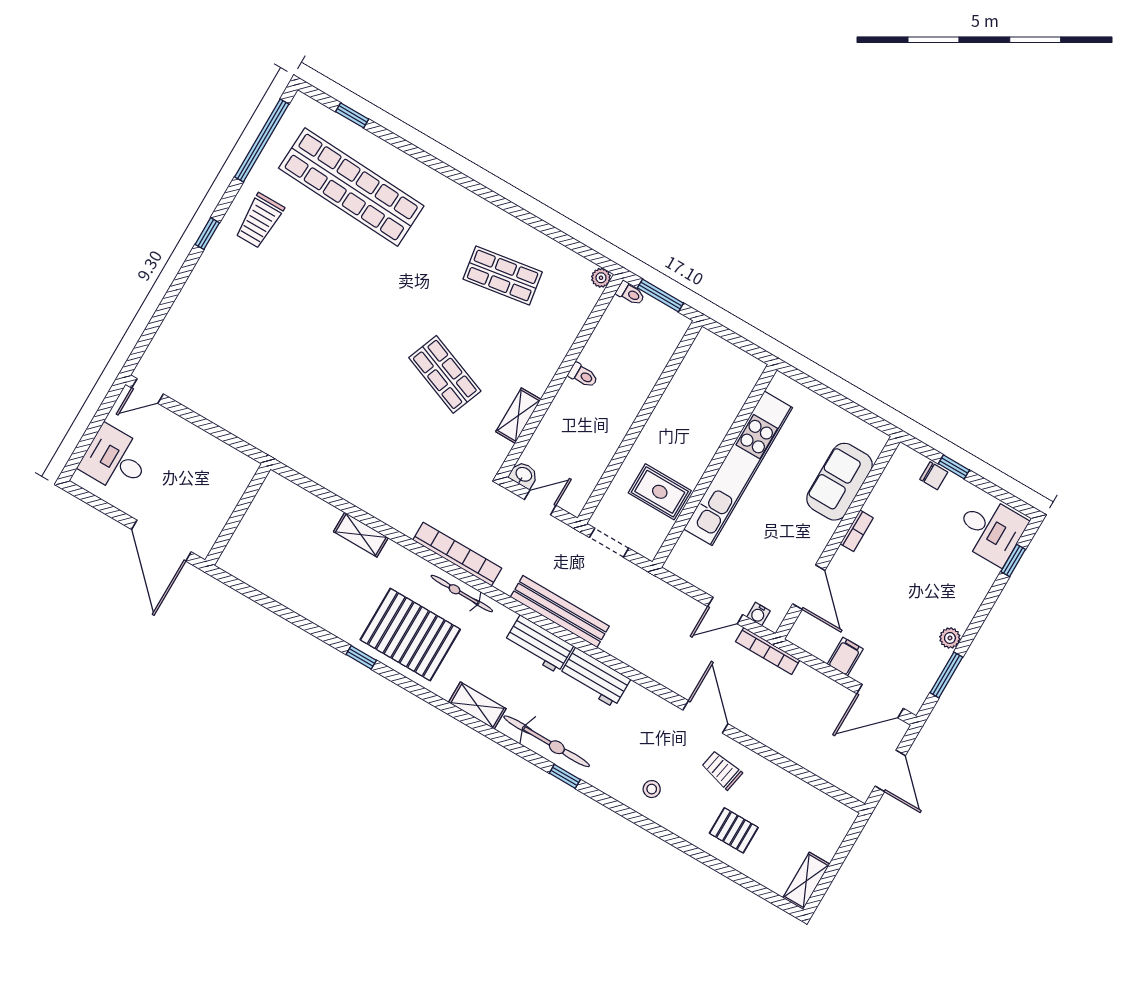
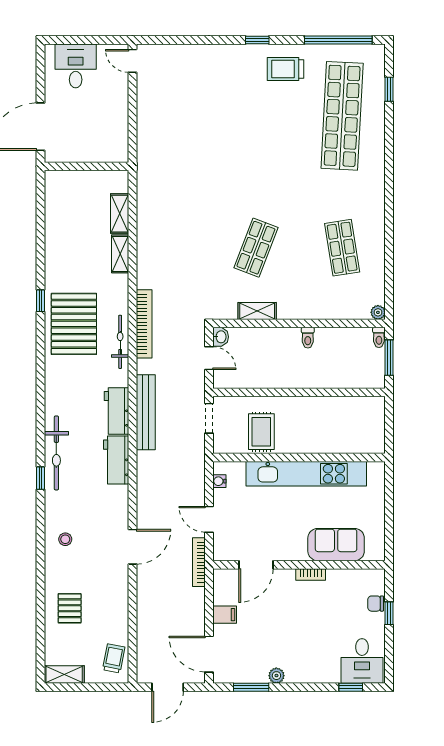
chair: (934, 476) -> (376, 604), turned 90
water cooler: (758, 614) -> (219, 481), moved
shelving: (477, 706) -> (120, 214), moved
trolley: (722, 770) -> (114, 658), moved

